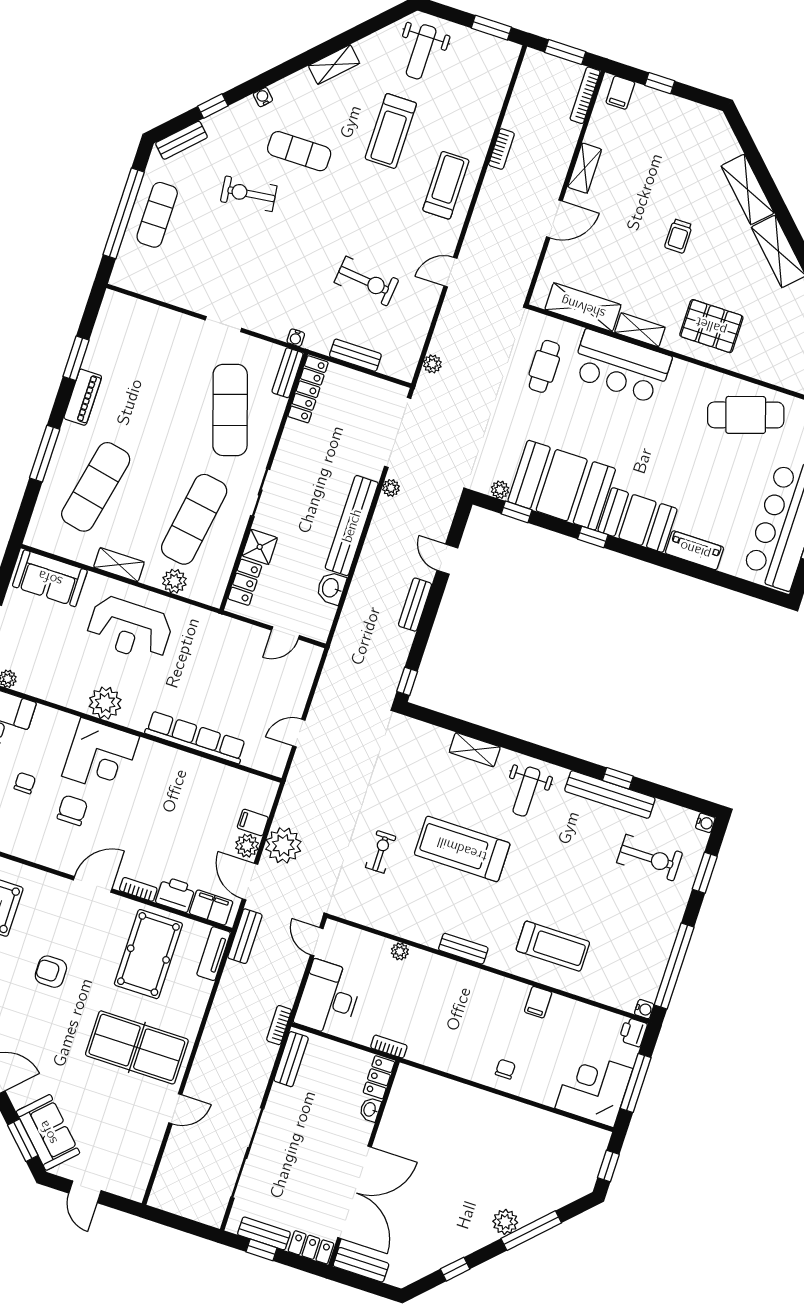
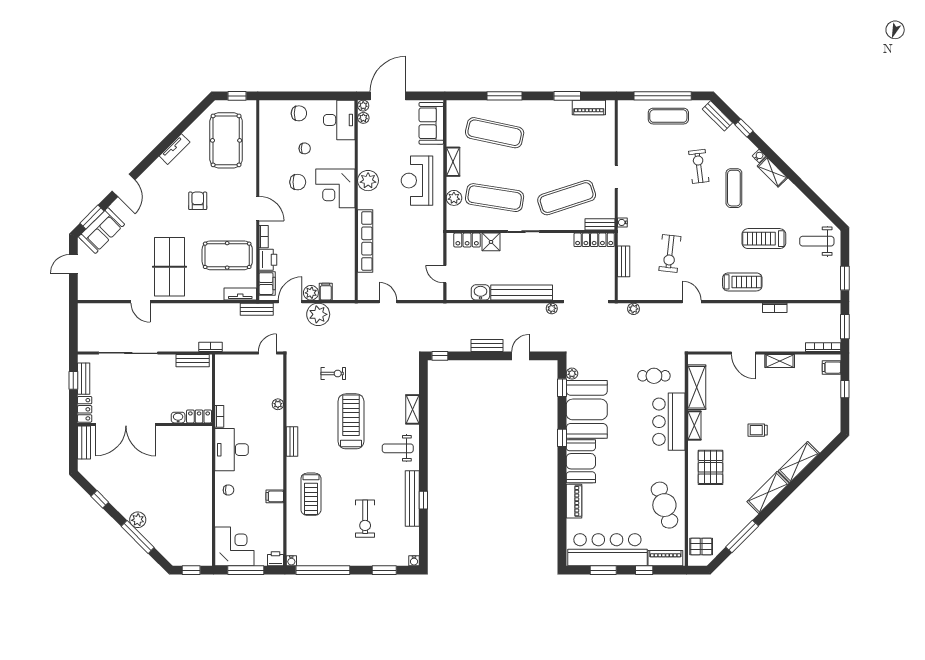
shelving: (334, 65) -> (772, 172), moved
piano: (83, 397) -> (589, 107), moved
exercise bike: (650, 858) -> (365, 519), moved
desk: (329, 998) -> (232, 450), moved, turned -90

